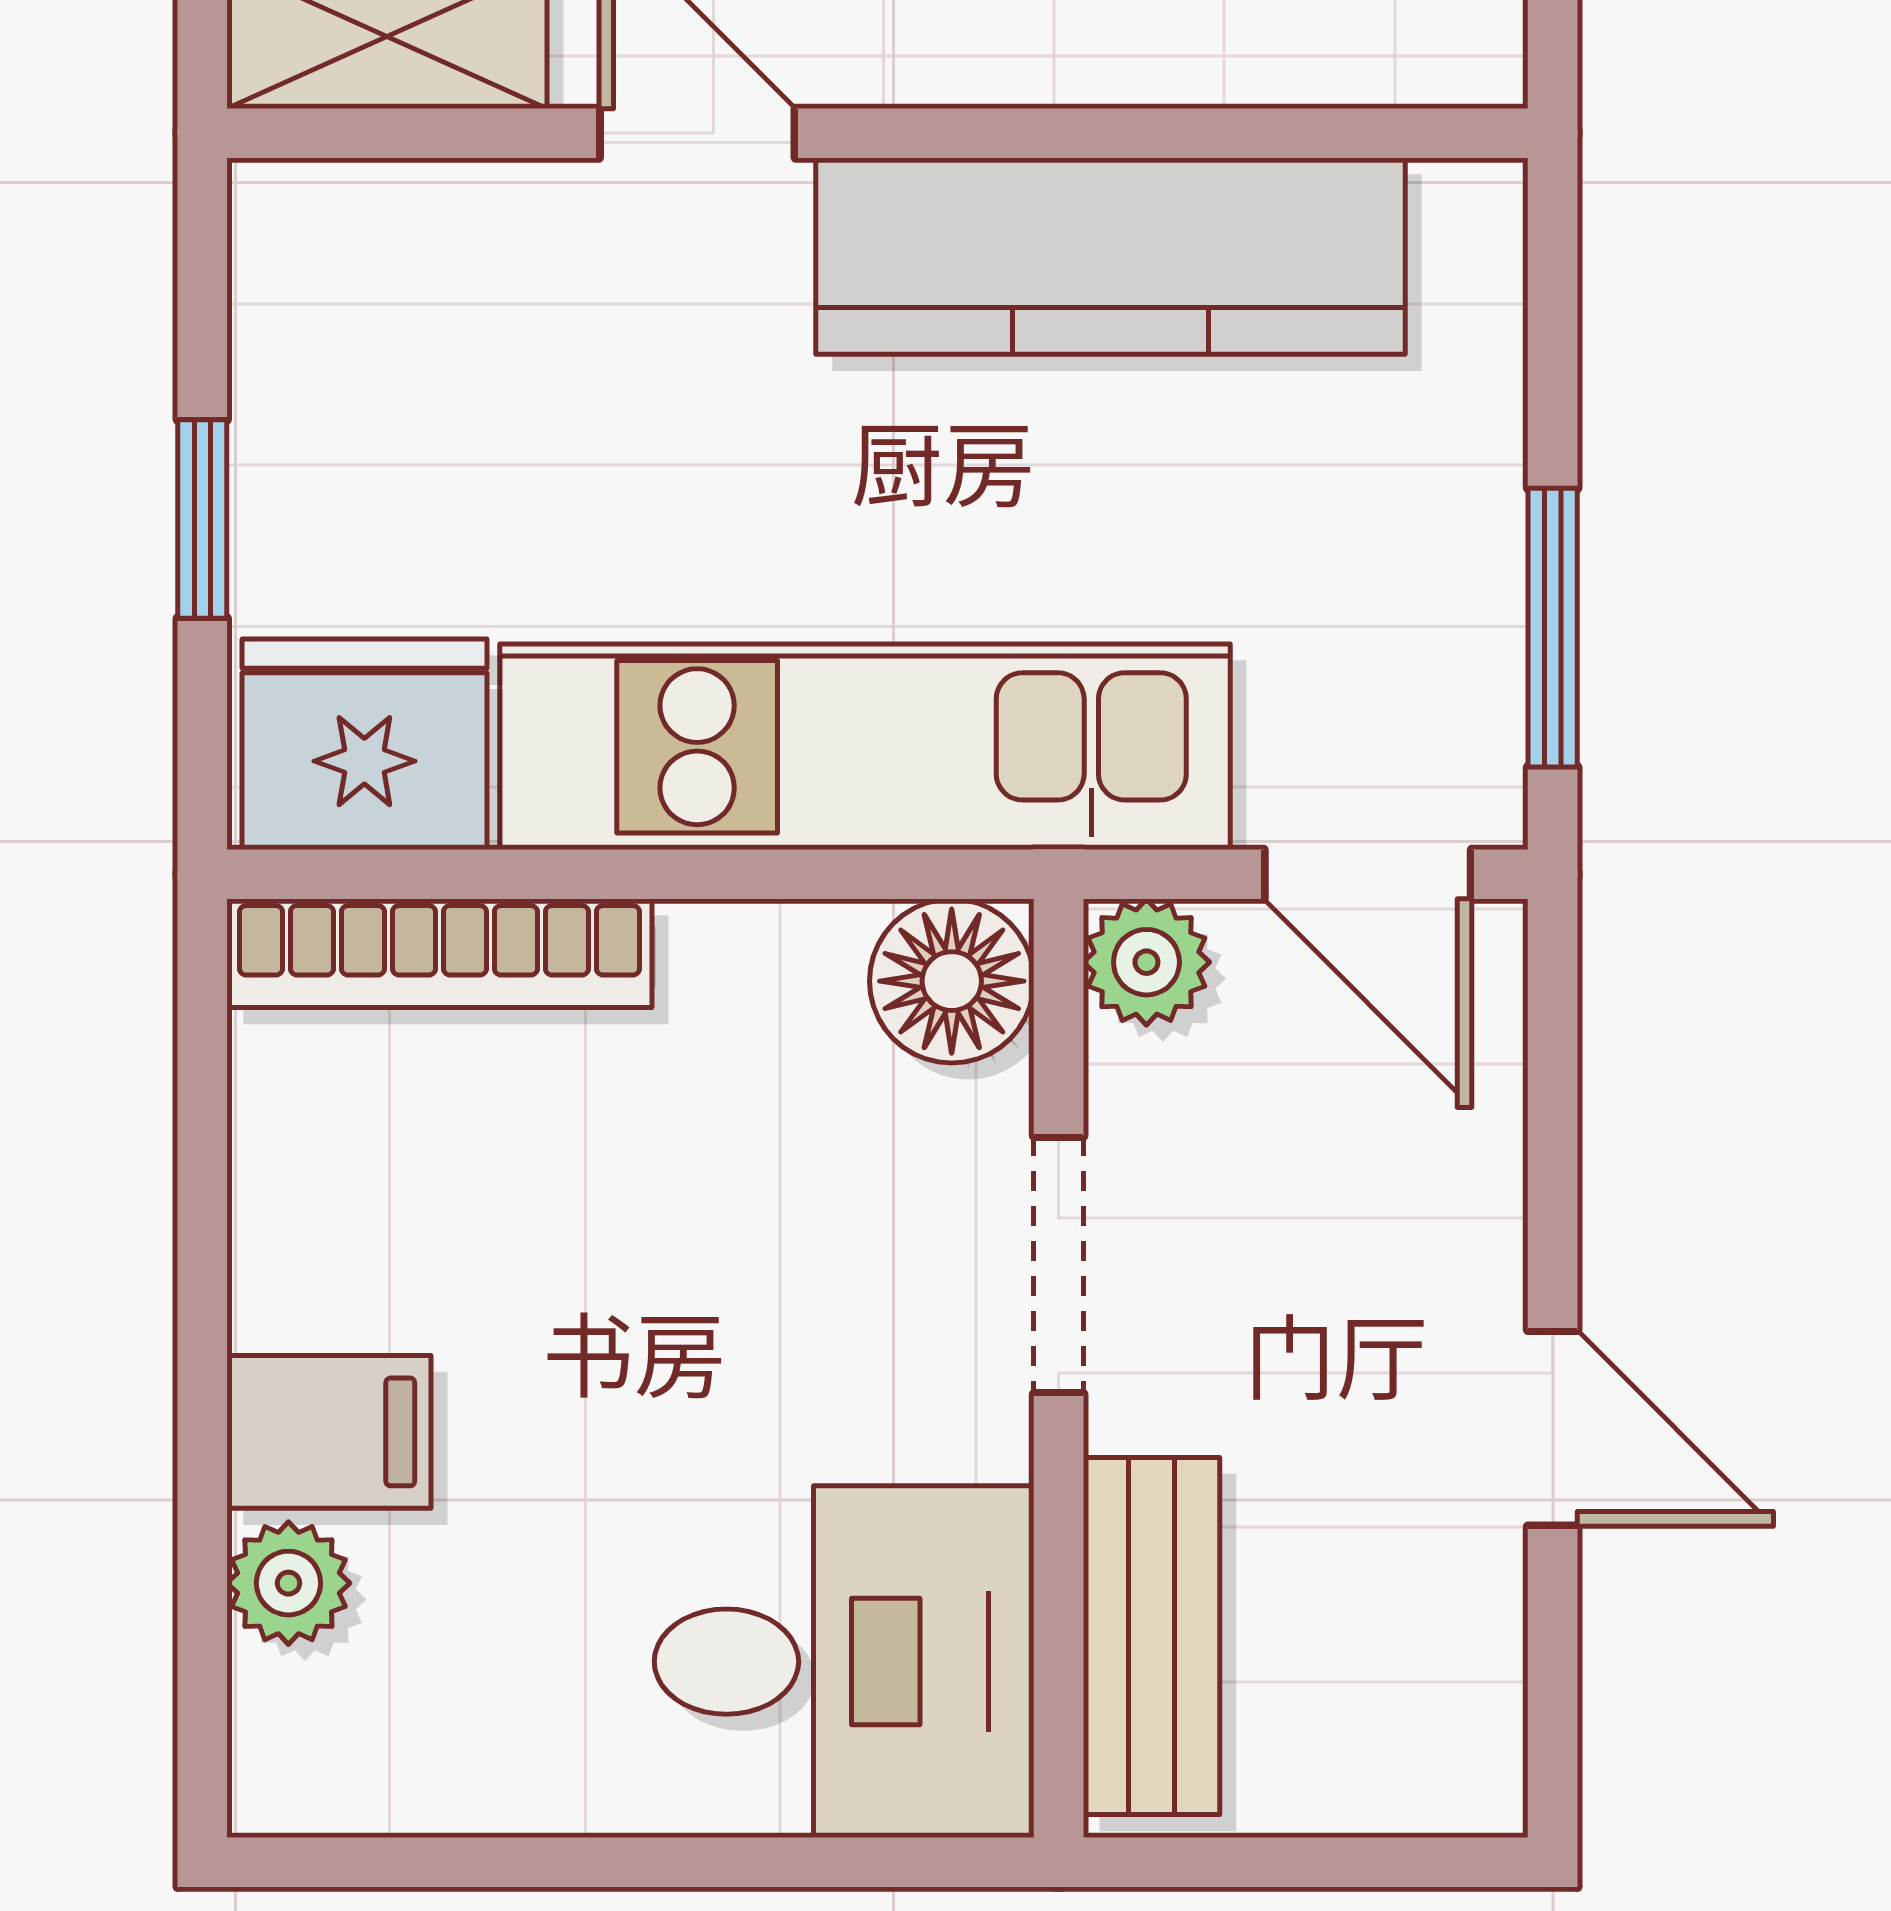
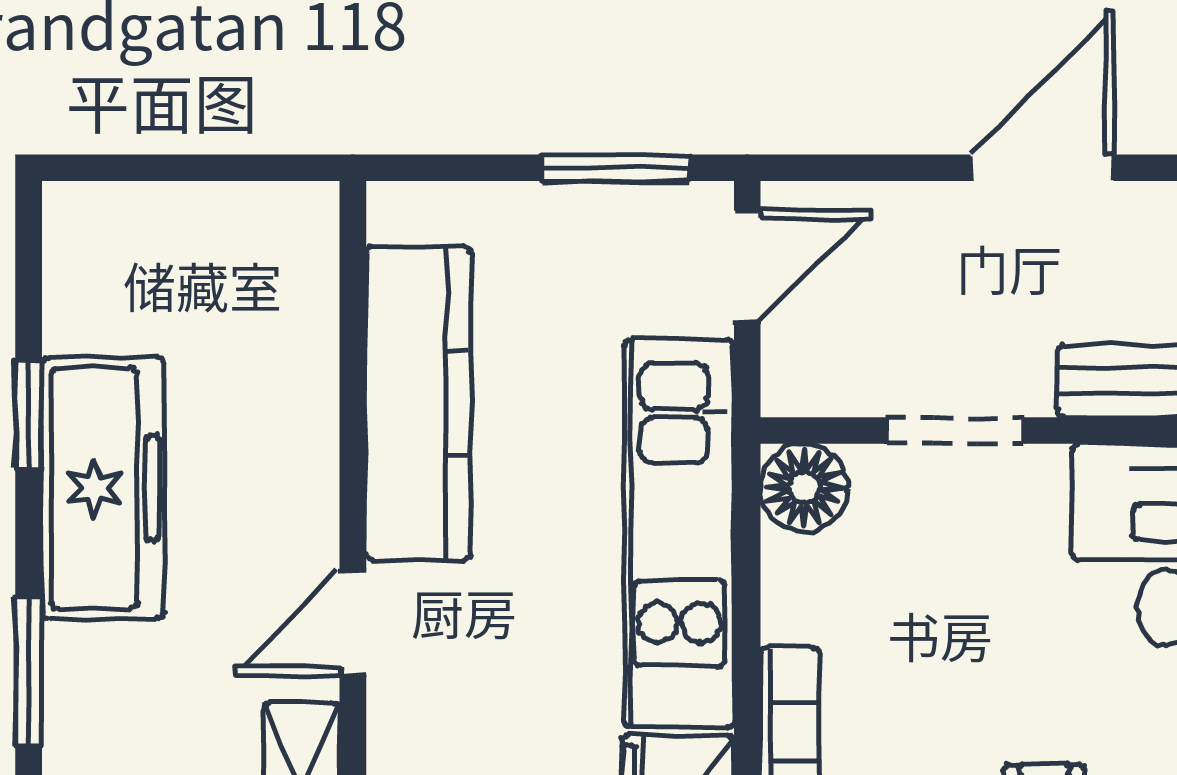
plant: (1146, 962) -> (794, 384), removed
door: (1553, 1428) -> (1042, 168), width x1.38

